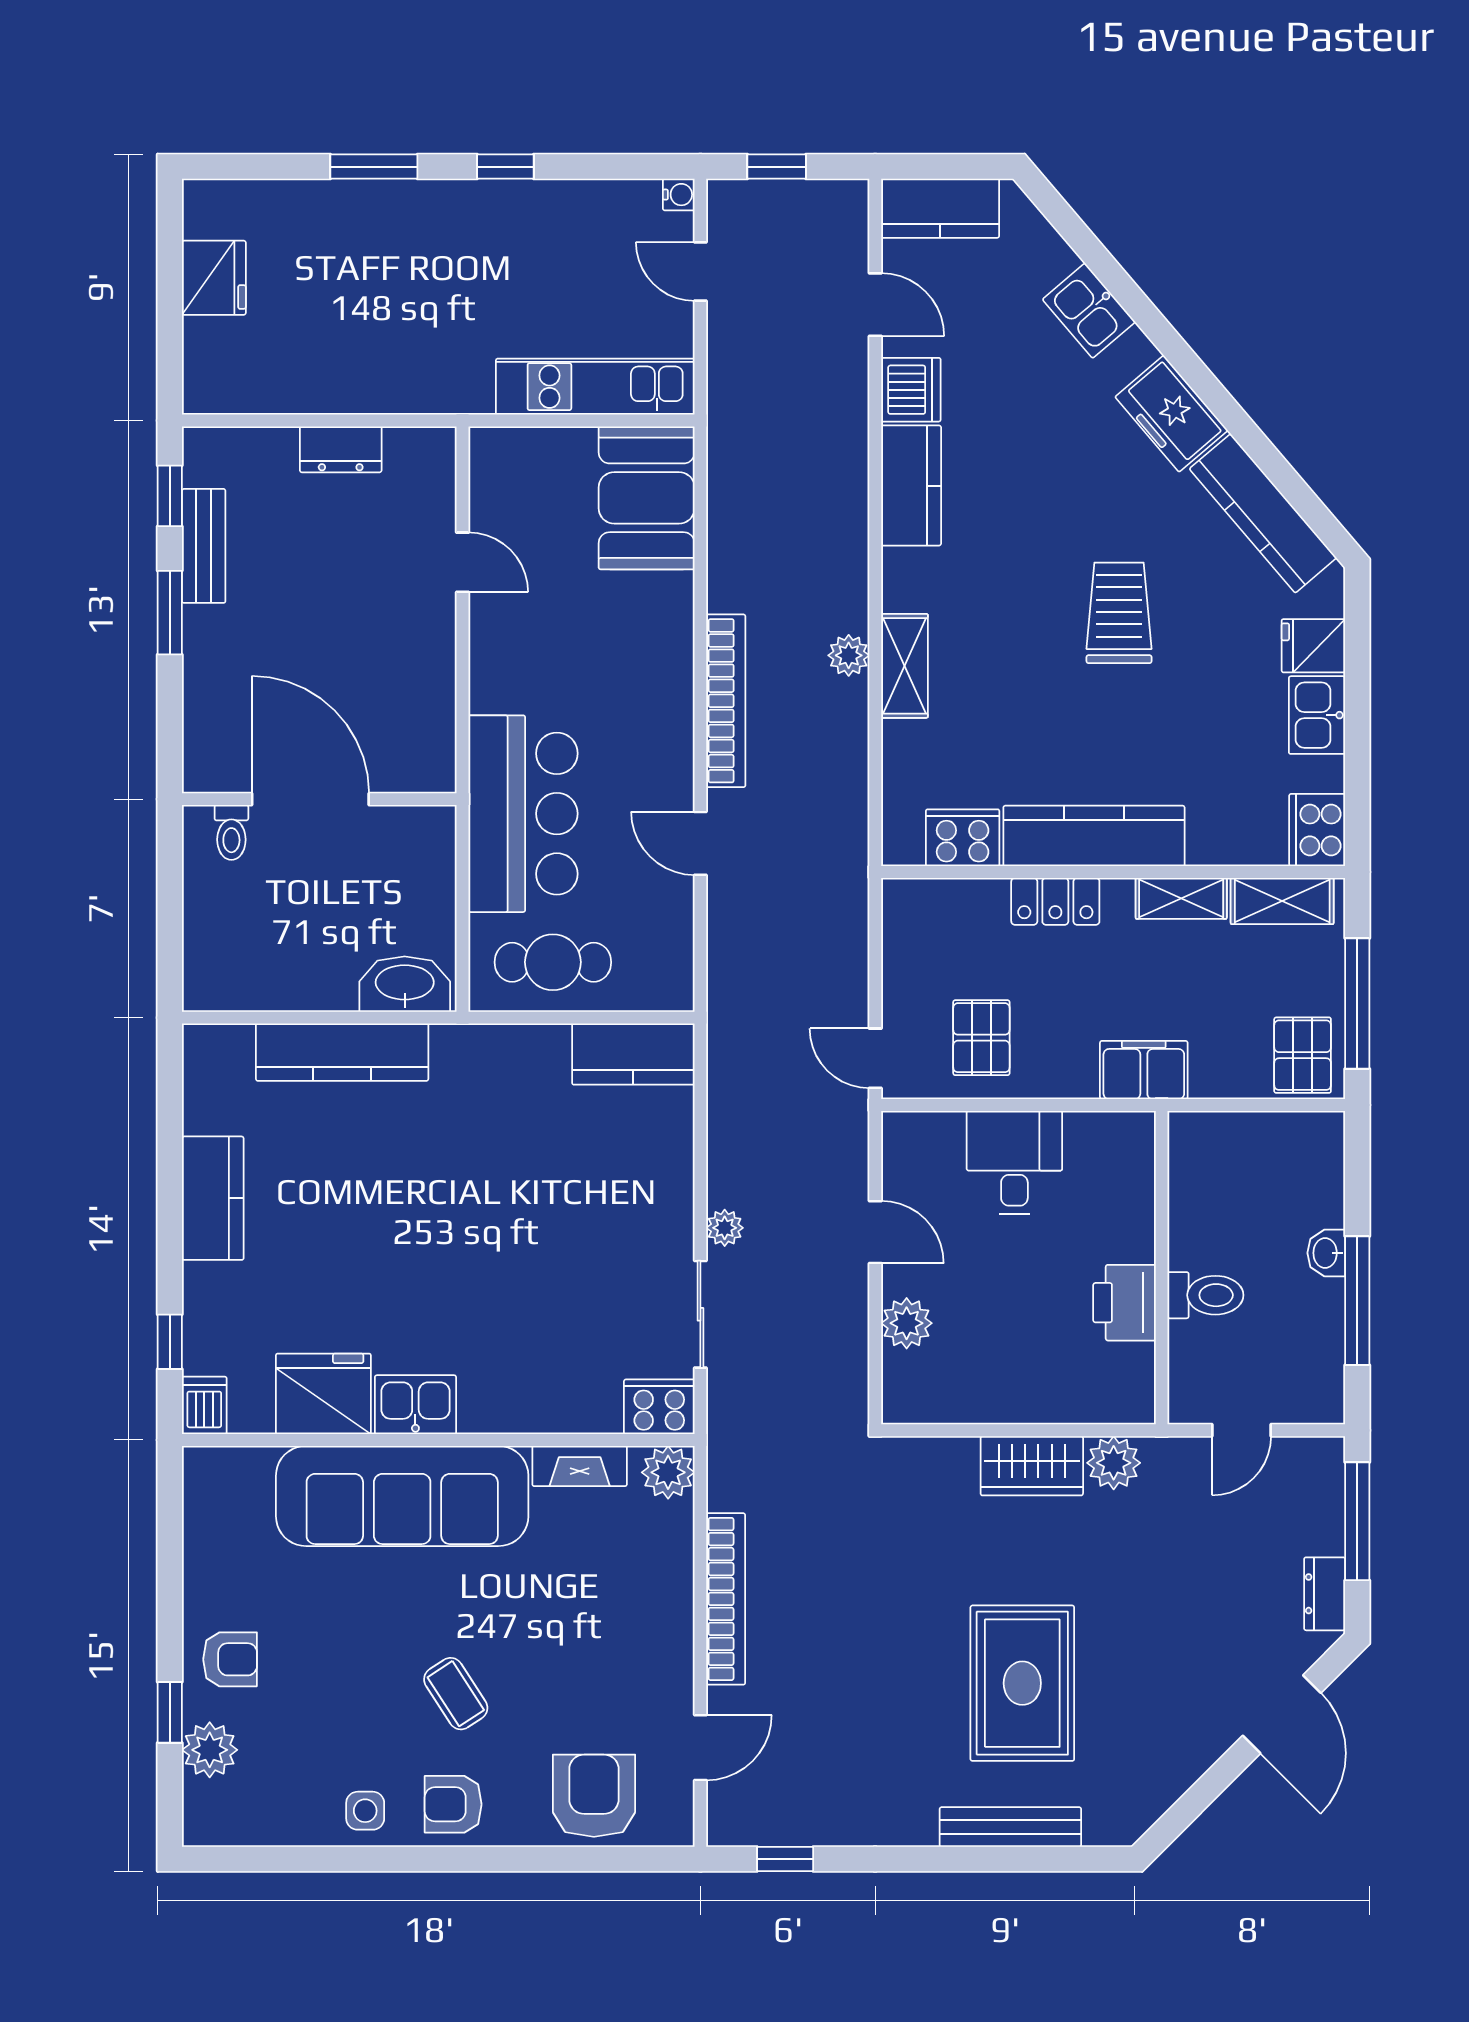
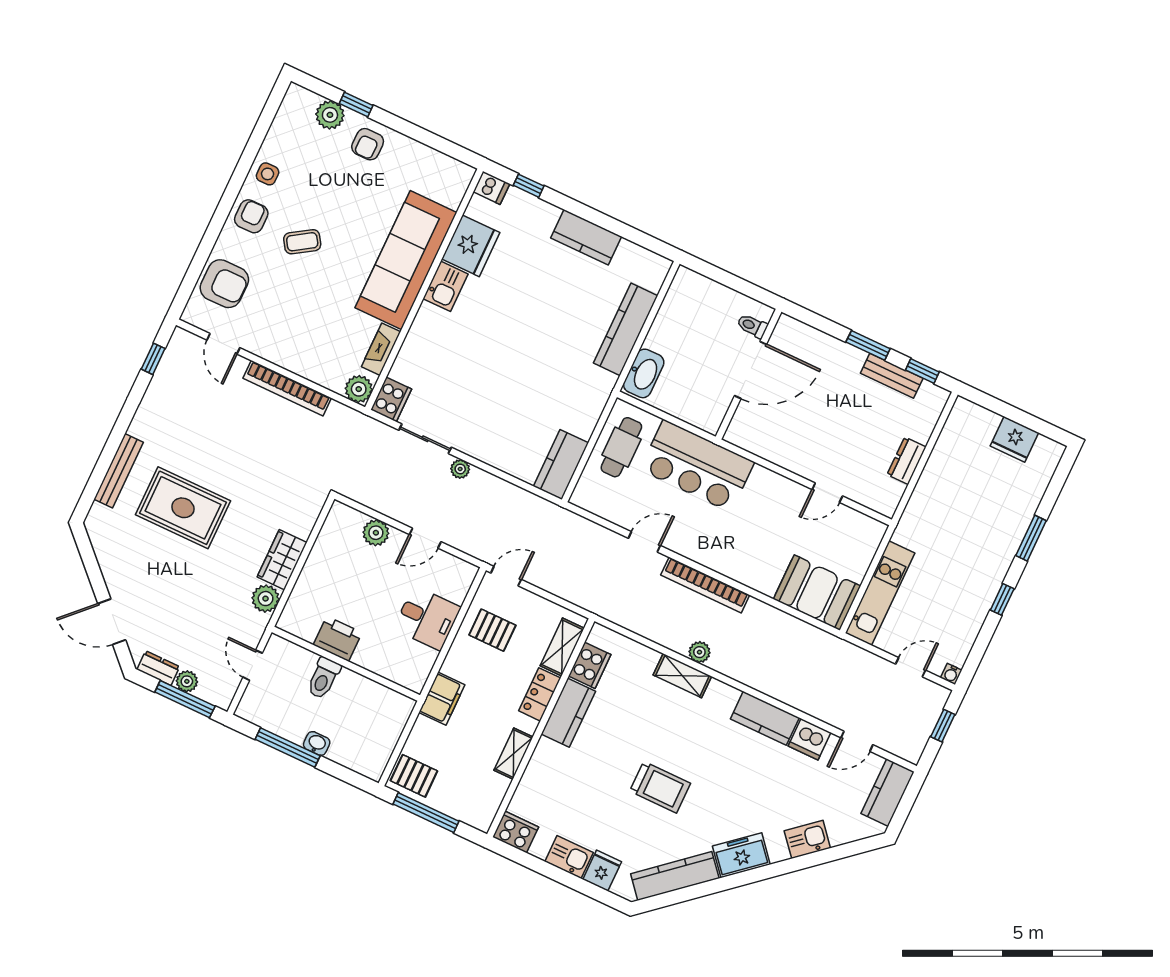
kitchen counter: (1094, 836) -> (568, 713), width x0.67
shelving: (1282, 901) -> (562, 647), moved
plant: (1324, 1533) -> (187, 681), added

